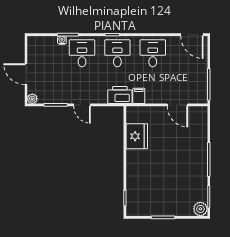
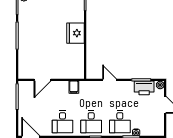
printer: (120, 95) -> (144, 88), moved
door: (82, 105) -> (109, 80), moved
door: (177, 105) -> (42, 80), swing flipped
fridge: (137, 136) -> (75, 33), moved

